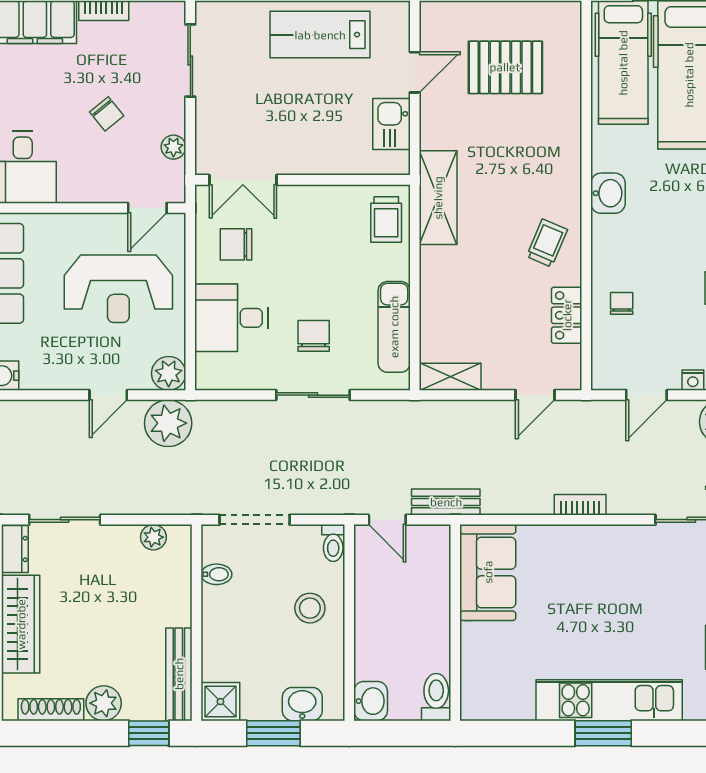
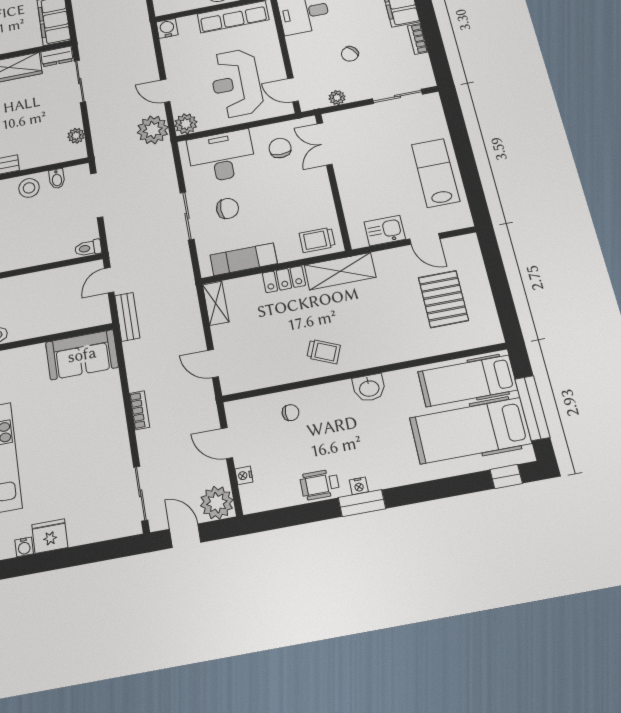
locker: (567, 315) -> (284, 279), moved, turned 180
desk: (232, 318) -> (222, 156), width x1.37
stool: (310, 608) -> (29, 188), moved

